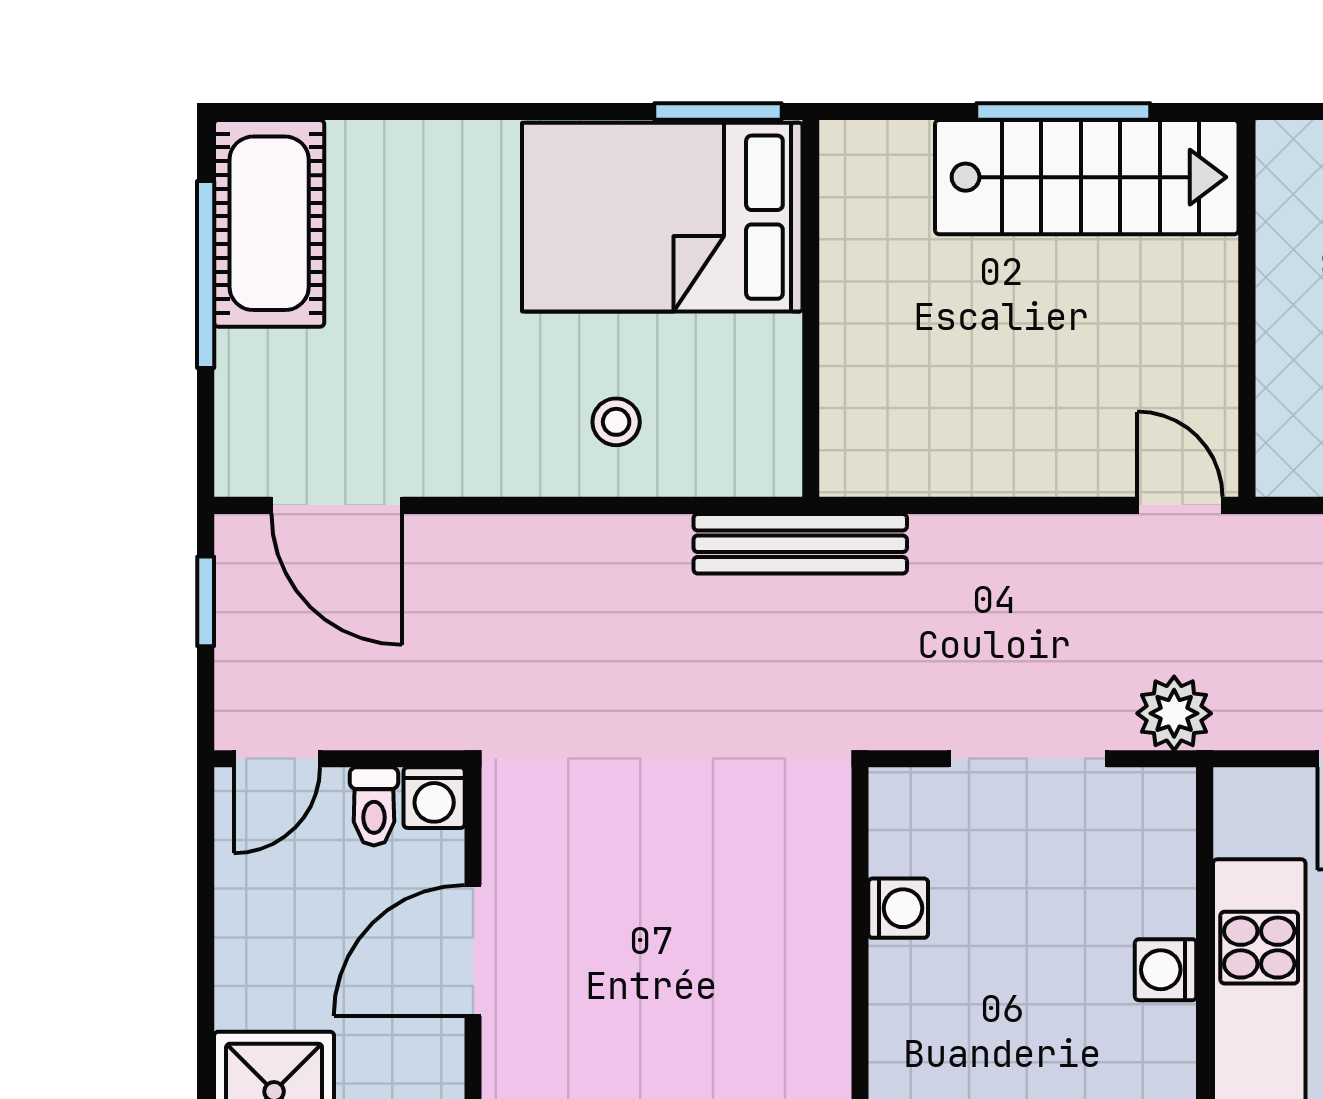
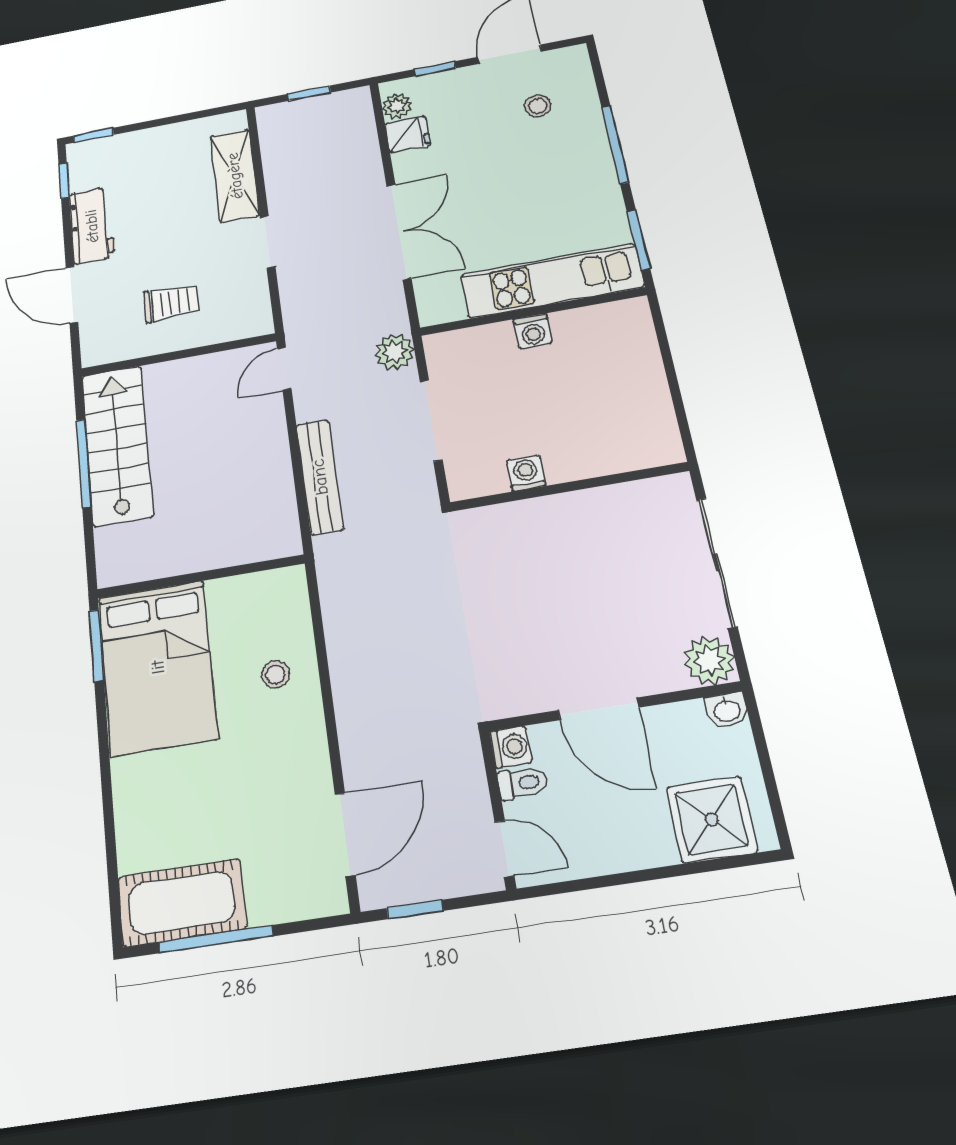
bench: (800, 544) -> (320, 477), moved

